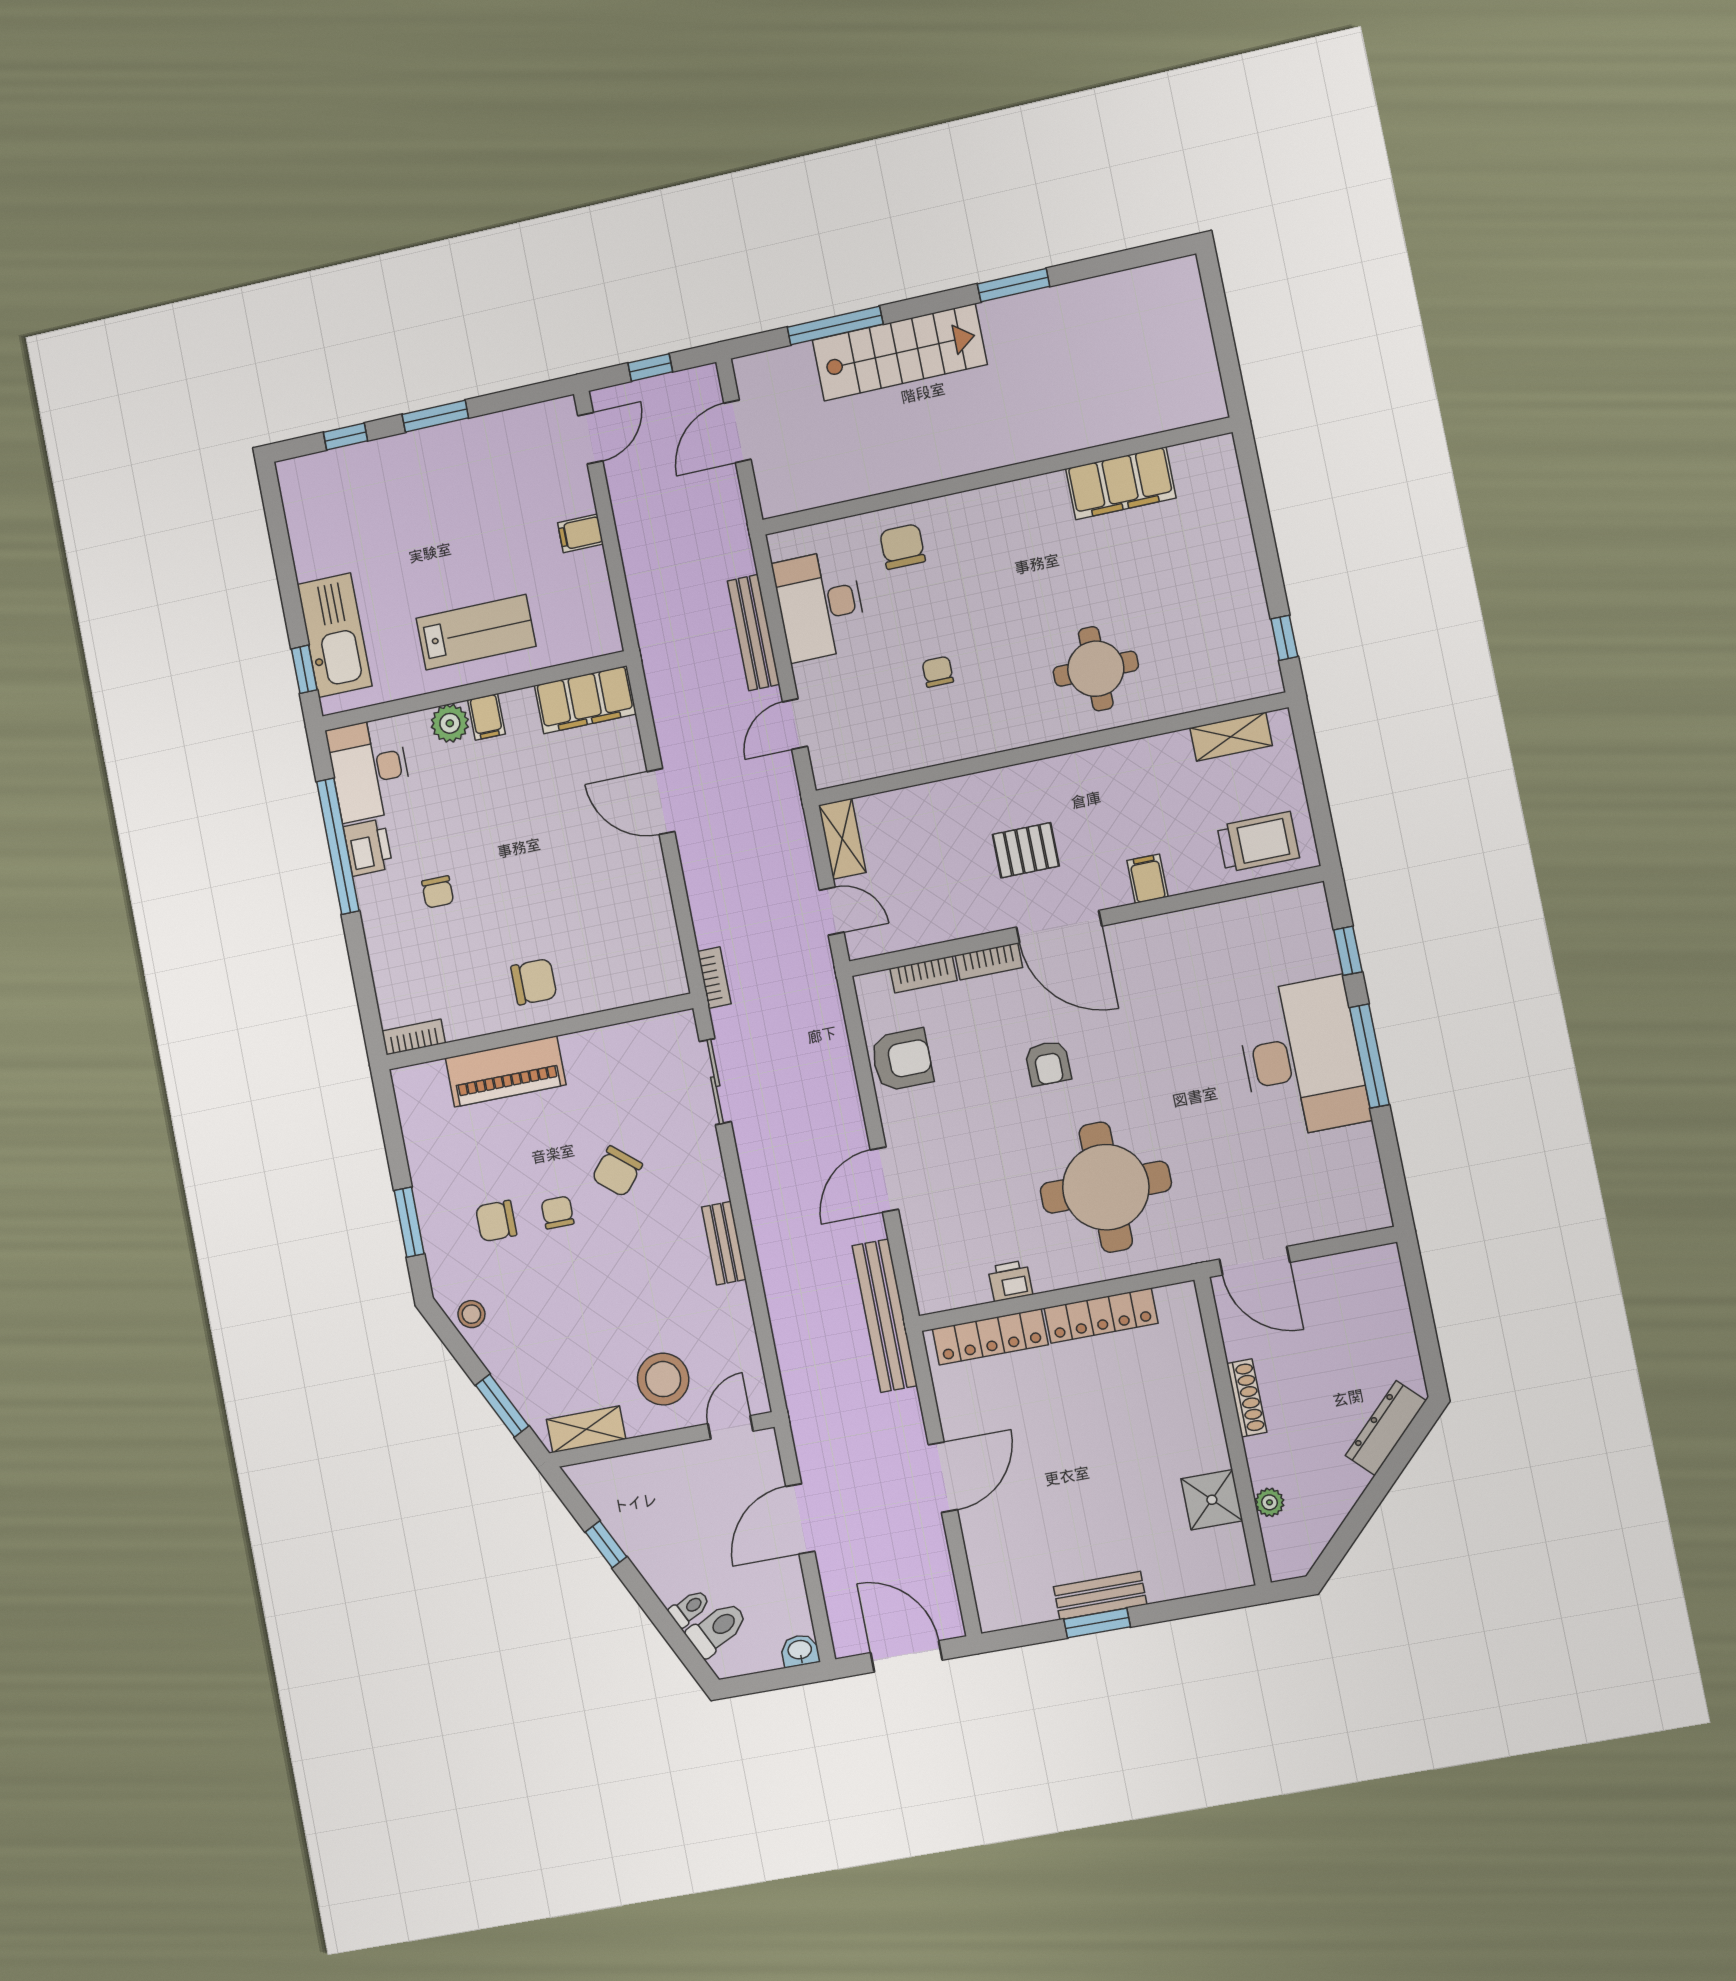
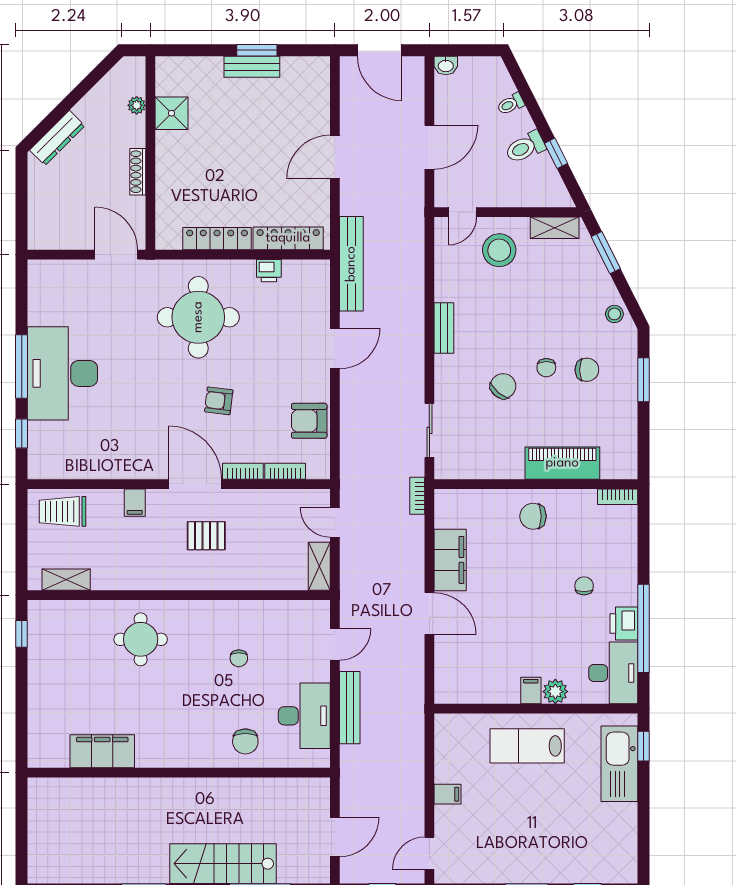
filing cabinet: (585, 700) -> (450, 560), moved, turned 90
armchair: (1048, 1063) -> (219, 401), turned -83
toilet: (717, 1629) -> (525, 147), moved

